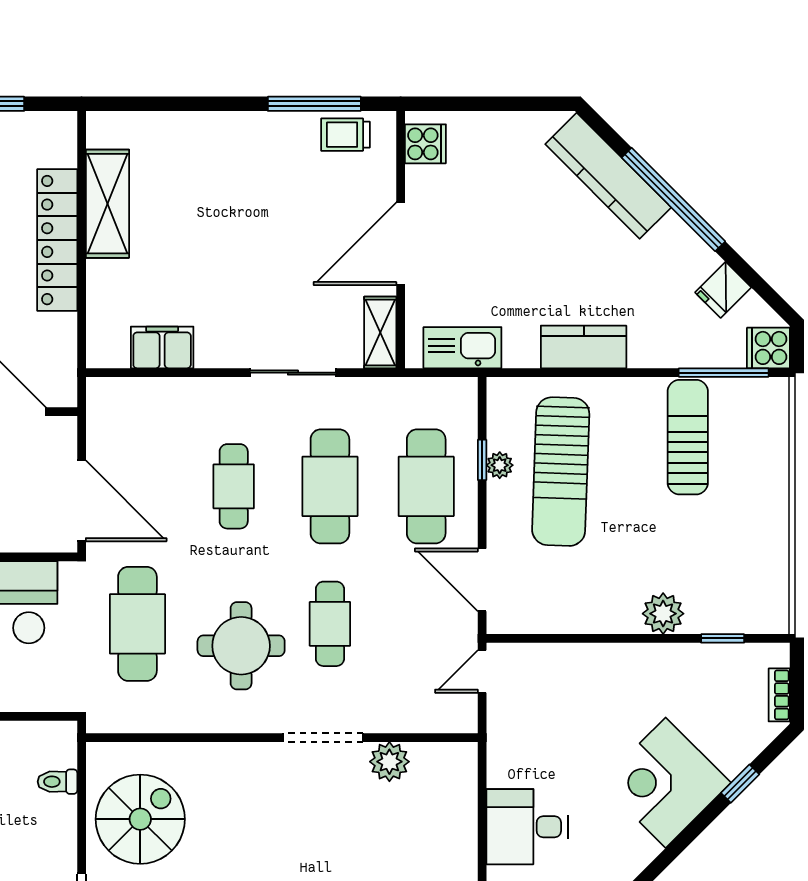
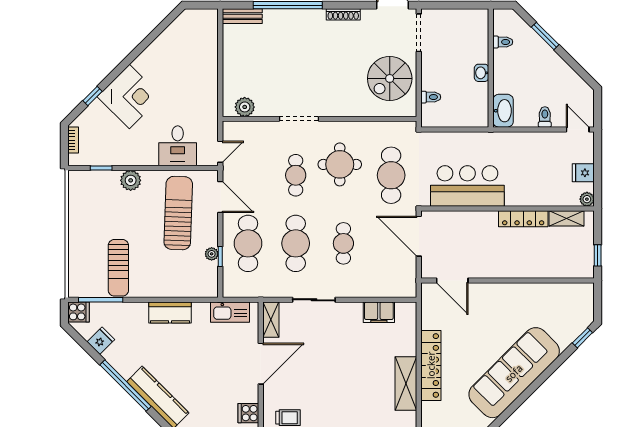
sun lounger: (561, 472) -> (178, 213), moved
plant: (389, 762) -> (245, 107), moved
desk: (527, 827) -> (178, 146), moved, turned 90

